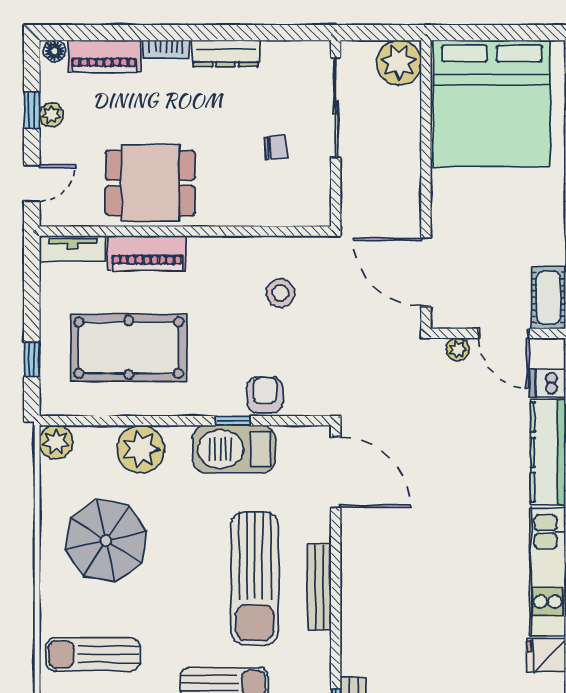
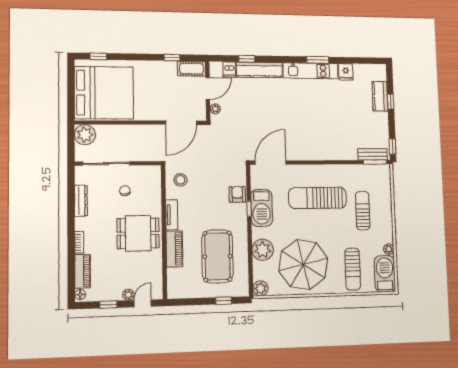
dresser: (226, 53) -> (81, 201), moved
plant: (51, 115) -> (128, 295), moved
door: (32, 183) -> (143, 303), hinge flipped
dining table: (150, 183) -> (138, 233), moved, turned 90
tv unit: (72, 248) -> (172, 215), moved
stool: (281, 293) -> (180, 180), moved
armchair: (265, 395) -> (237, 194), turned 90
parasol: (106, 541) -> (303, 265), width x1.36, depth x1.36
sun lounger: (255, 578) -> (317, 198), turned 180
bench: (319, 587) -> (320, 170), removed

